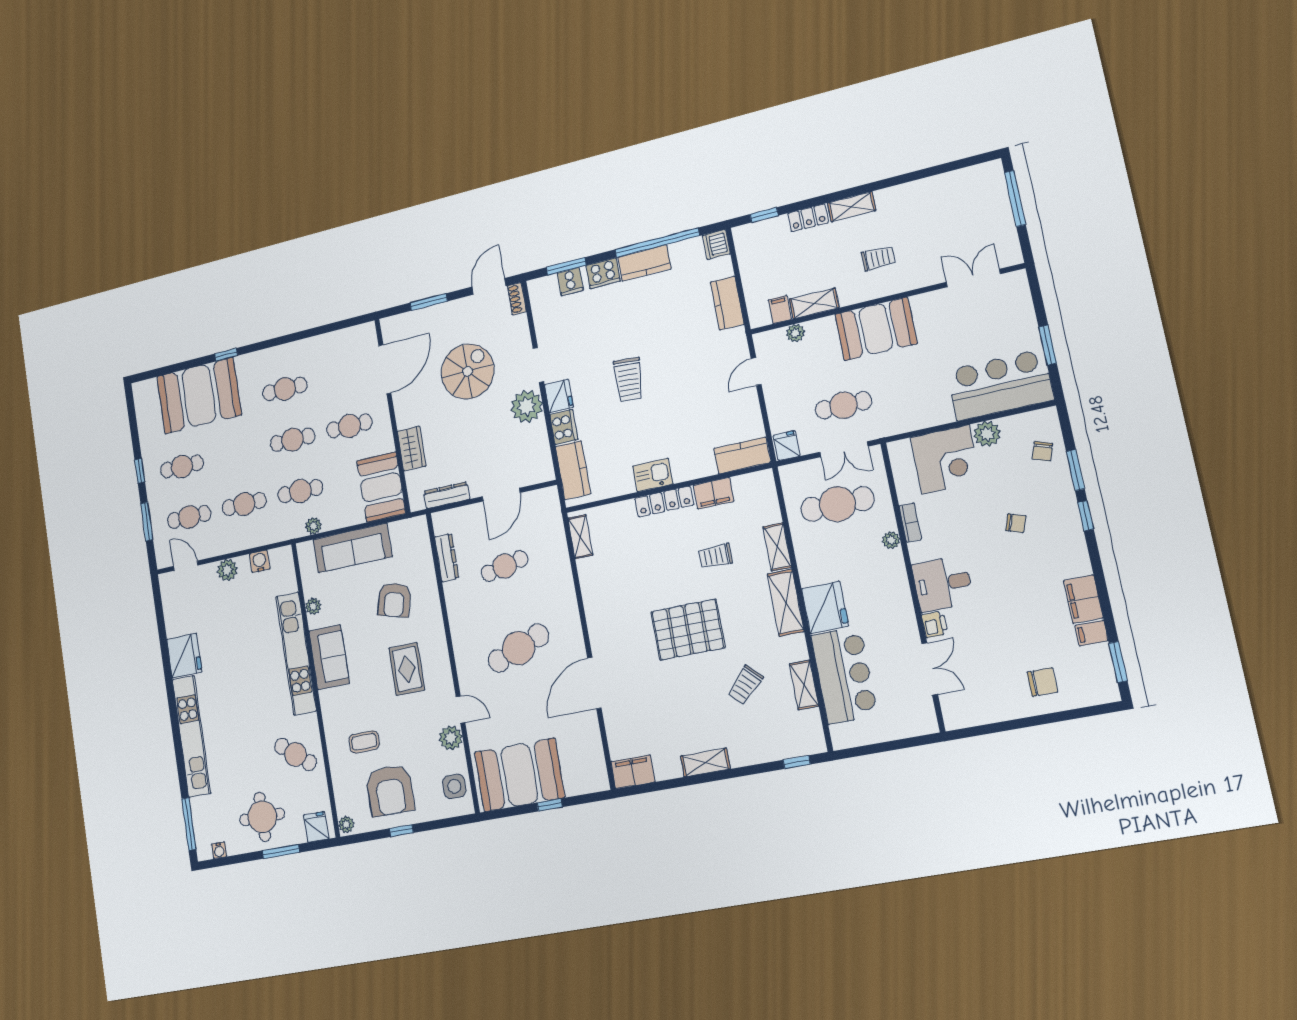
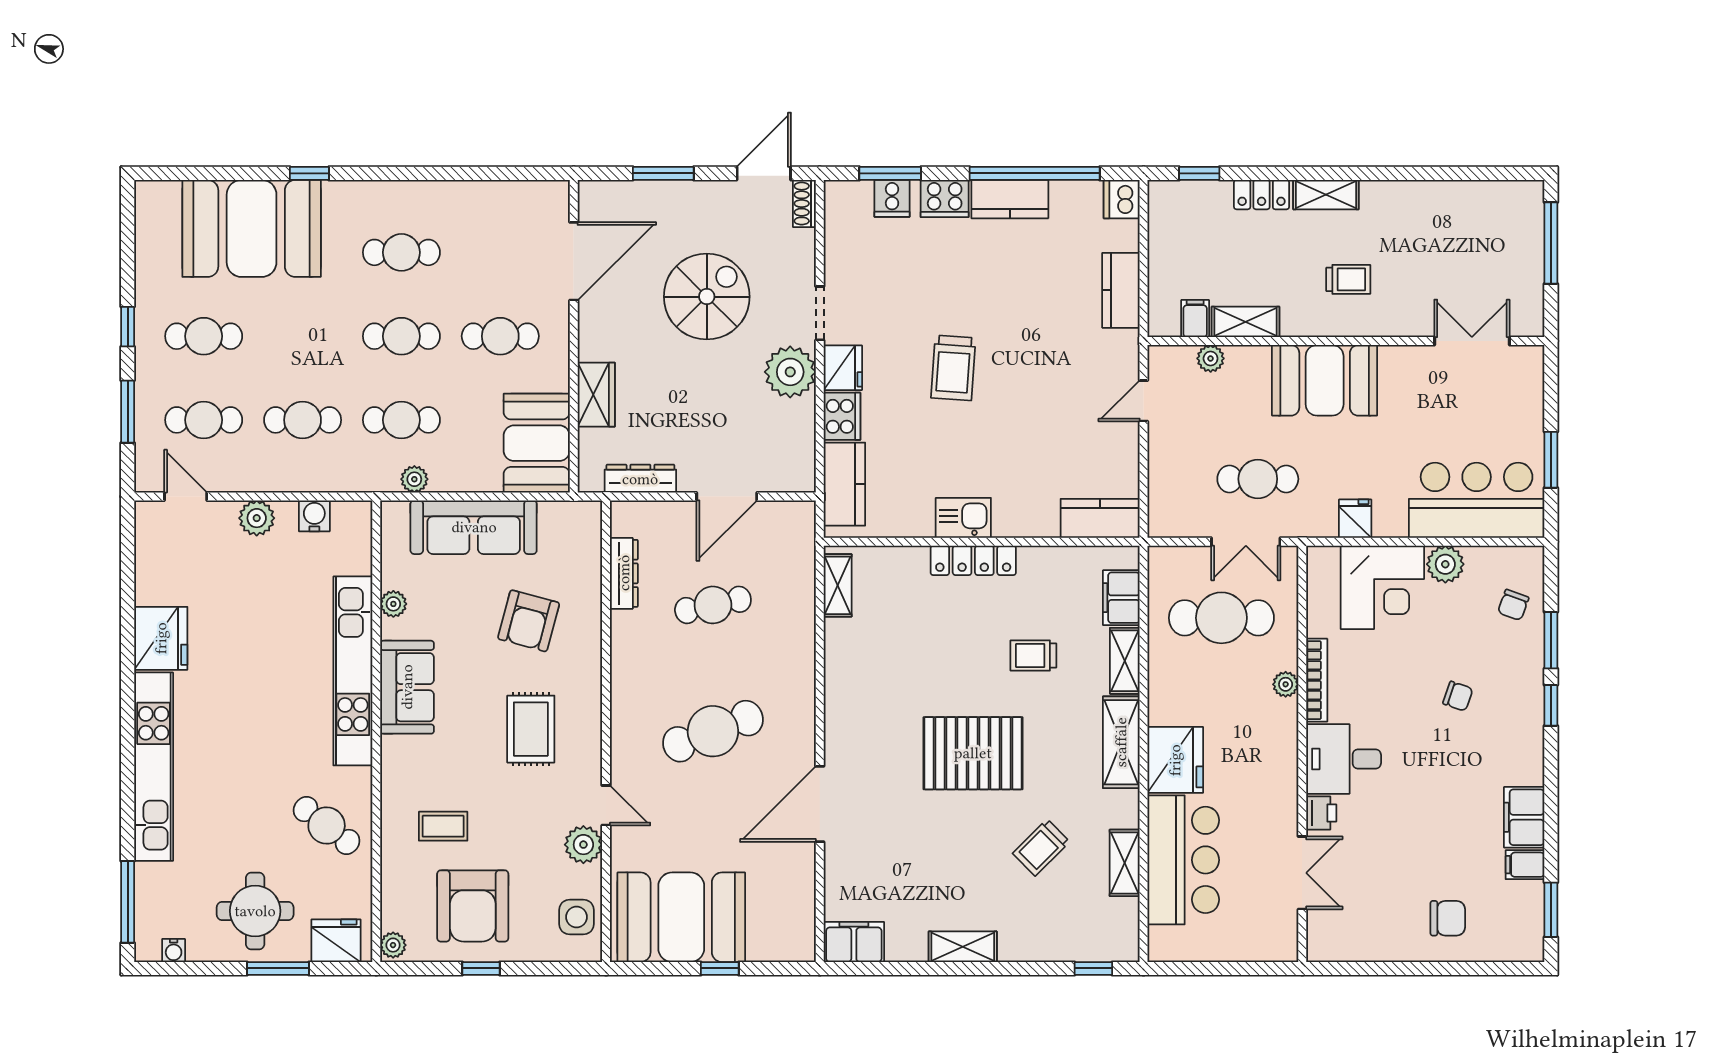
fridge: (787, 446) -> (1355, 519), moved
filing cabinet: (713, 493) -> (1121, 598), moved, turned 90
bookcase: (910, 523) -> (1317, 680), width x1.56
fridge: (316, 827) -> (336, 941), width x1.38

